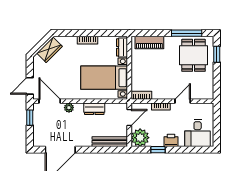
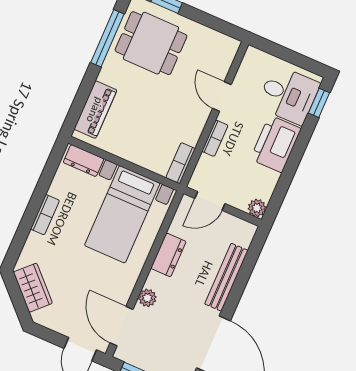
door: (50, 101) -> (121, 326), hinge flipped
door: (129, 117) -> (210, 201), swing flipped
plant: (140, 138) -> (257, 208), width x0.53, depth x0.53
printer: (171, 140) -> (276, 144), width x1.87, depth x1.48
bench: (110, 142) -> (226, 277), moved
window: (158, 150) -> (319, 103), moved

